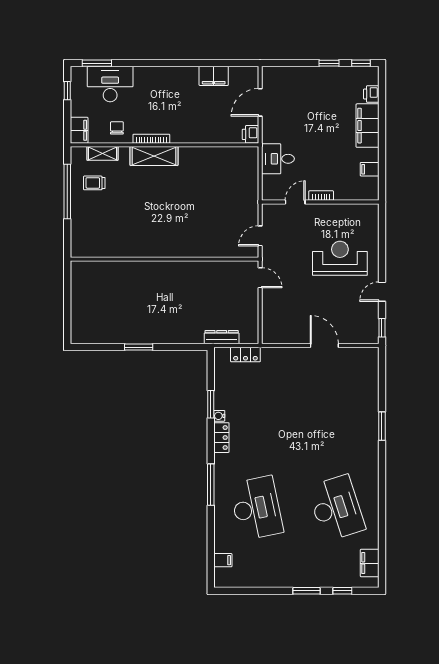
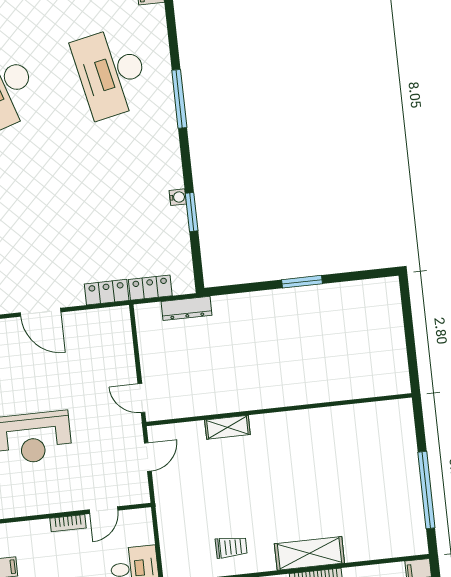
shelving: (103, 153) -> (227, 427), moved
trolley: (94, 183) -> (231, 547), moved
locker: (221, 438) -> (107, 292), moved, turned 90

